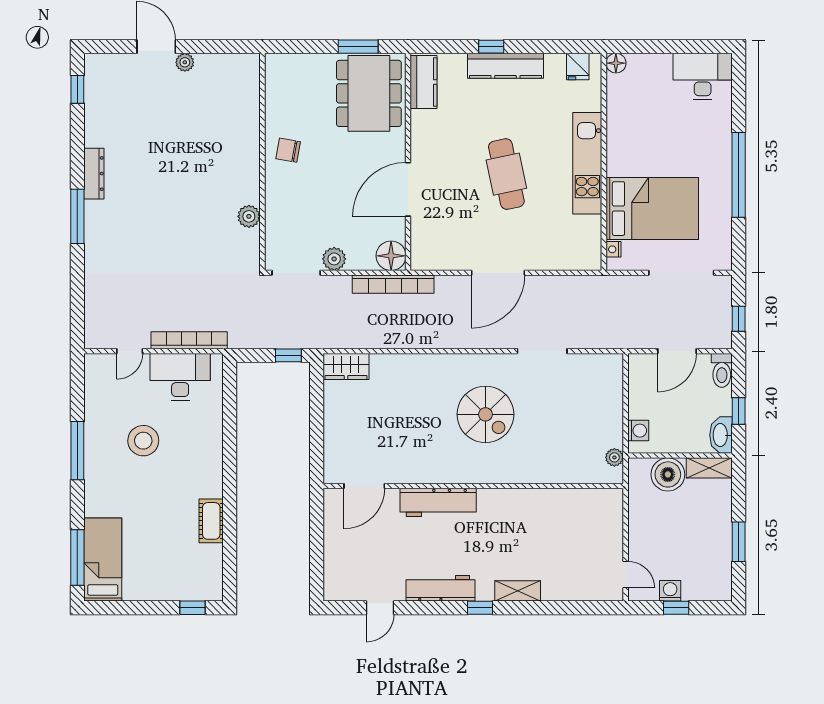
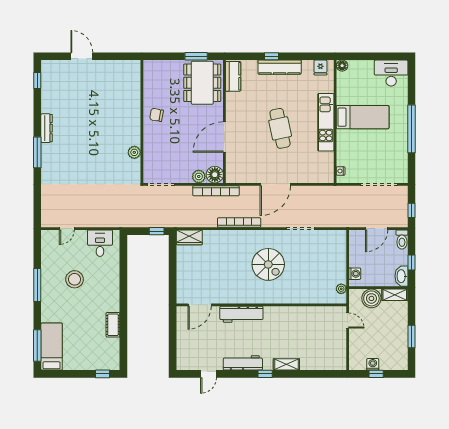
plant: (185, 62) -> (98, 65), removed
bed: (652, 209) -> (363, 117), moved, width x0.67
plant: (334, 259) -> (199, 176), moved
bookcase: (189, 340) -> (239, 223), moved
desk: (180, 377) -> (100, 243), width x0.73
door: (626, 575) -> (348, 321), moved

